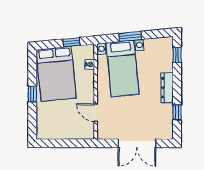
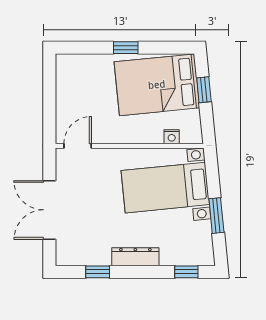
window: (130, 36) -> (216, 216), moved
window: (72, 42) -> (204, 90), moved
door: (96, 113) -> (78, 146), moved

